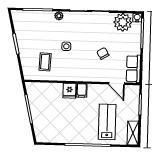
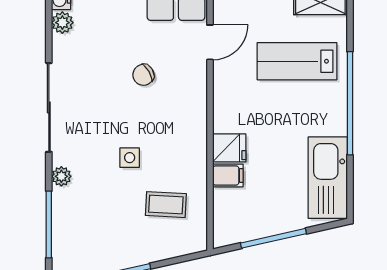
plant: (123, 22) -> (62, 23), width x0.53, depth x0.53
filing cabinet: (82, 90) -> (228, 175), moved
kitchen sink: (55, 134) -> (328, 178), added

